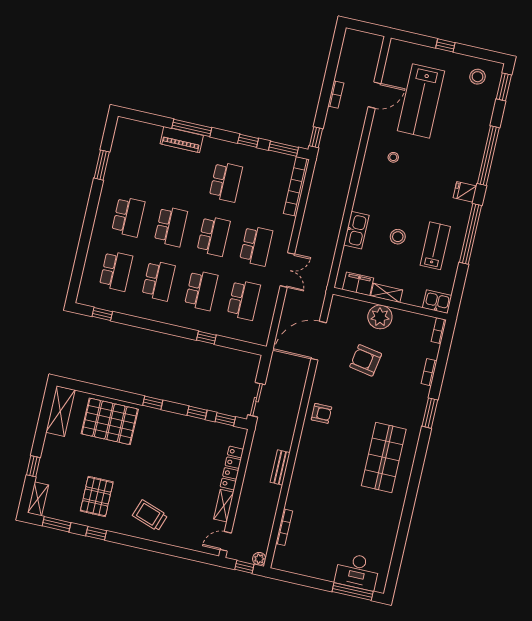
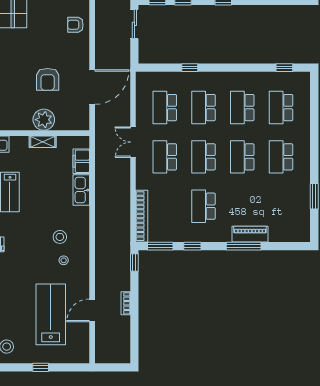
stool: (398, 237) -> (60, 237), moved
filing cabinet: (358, 284) -> (81, 161), moved, turned 90
armchair: (366, 360) -> (48, 79), turned 80

